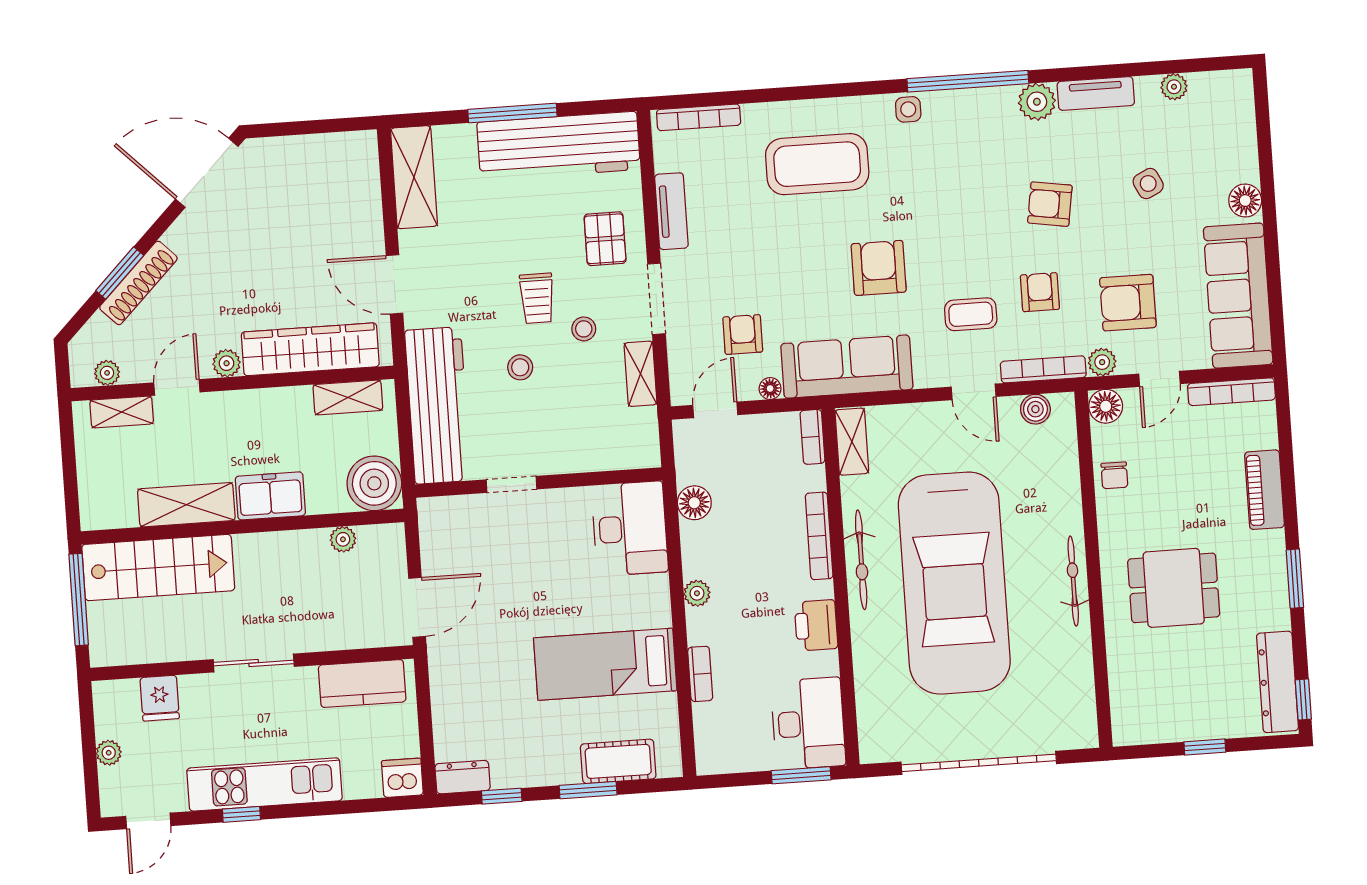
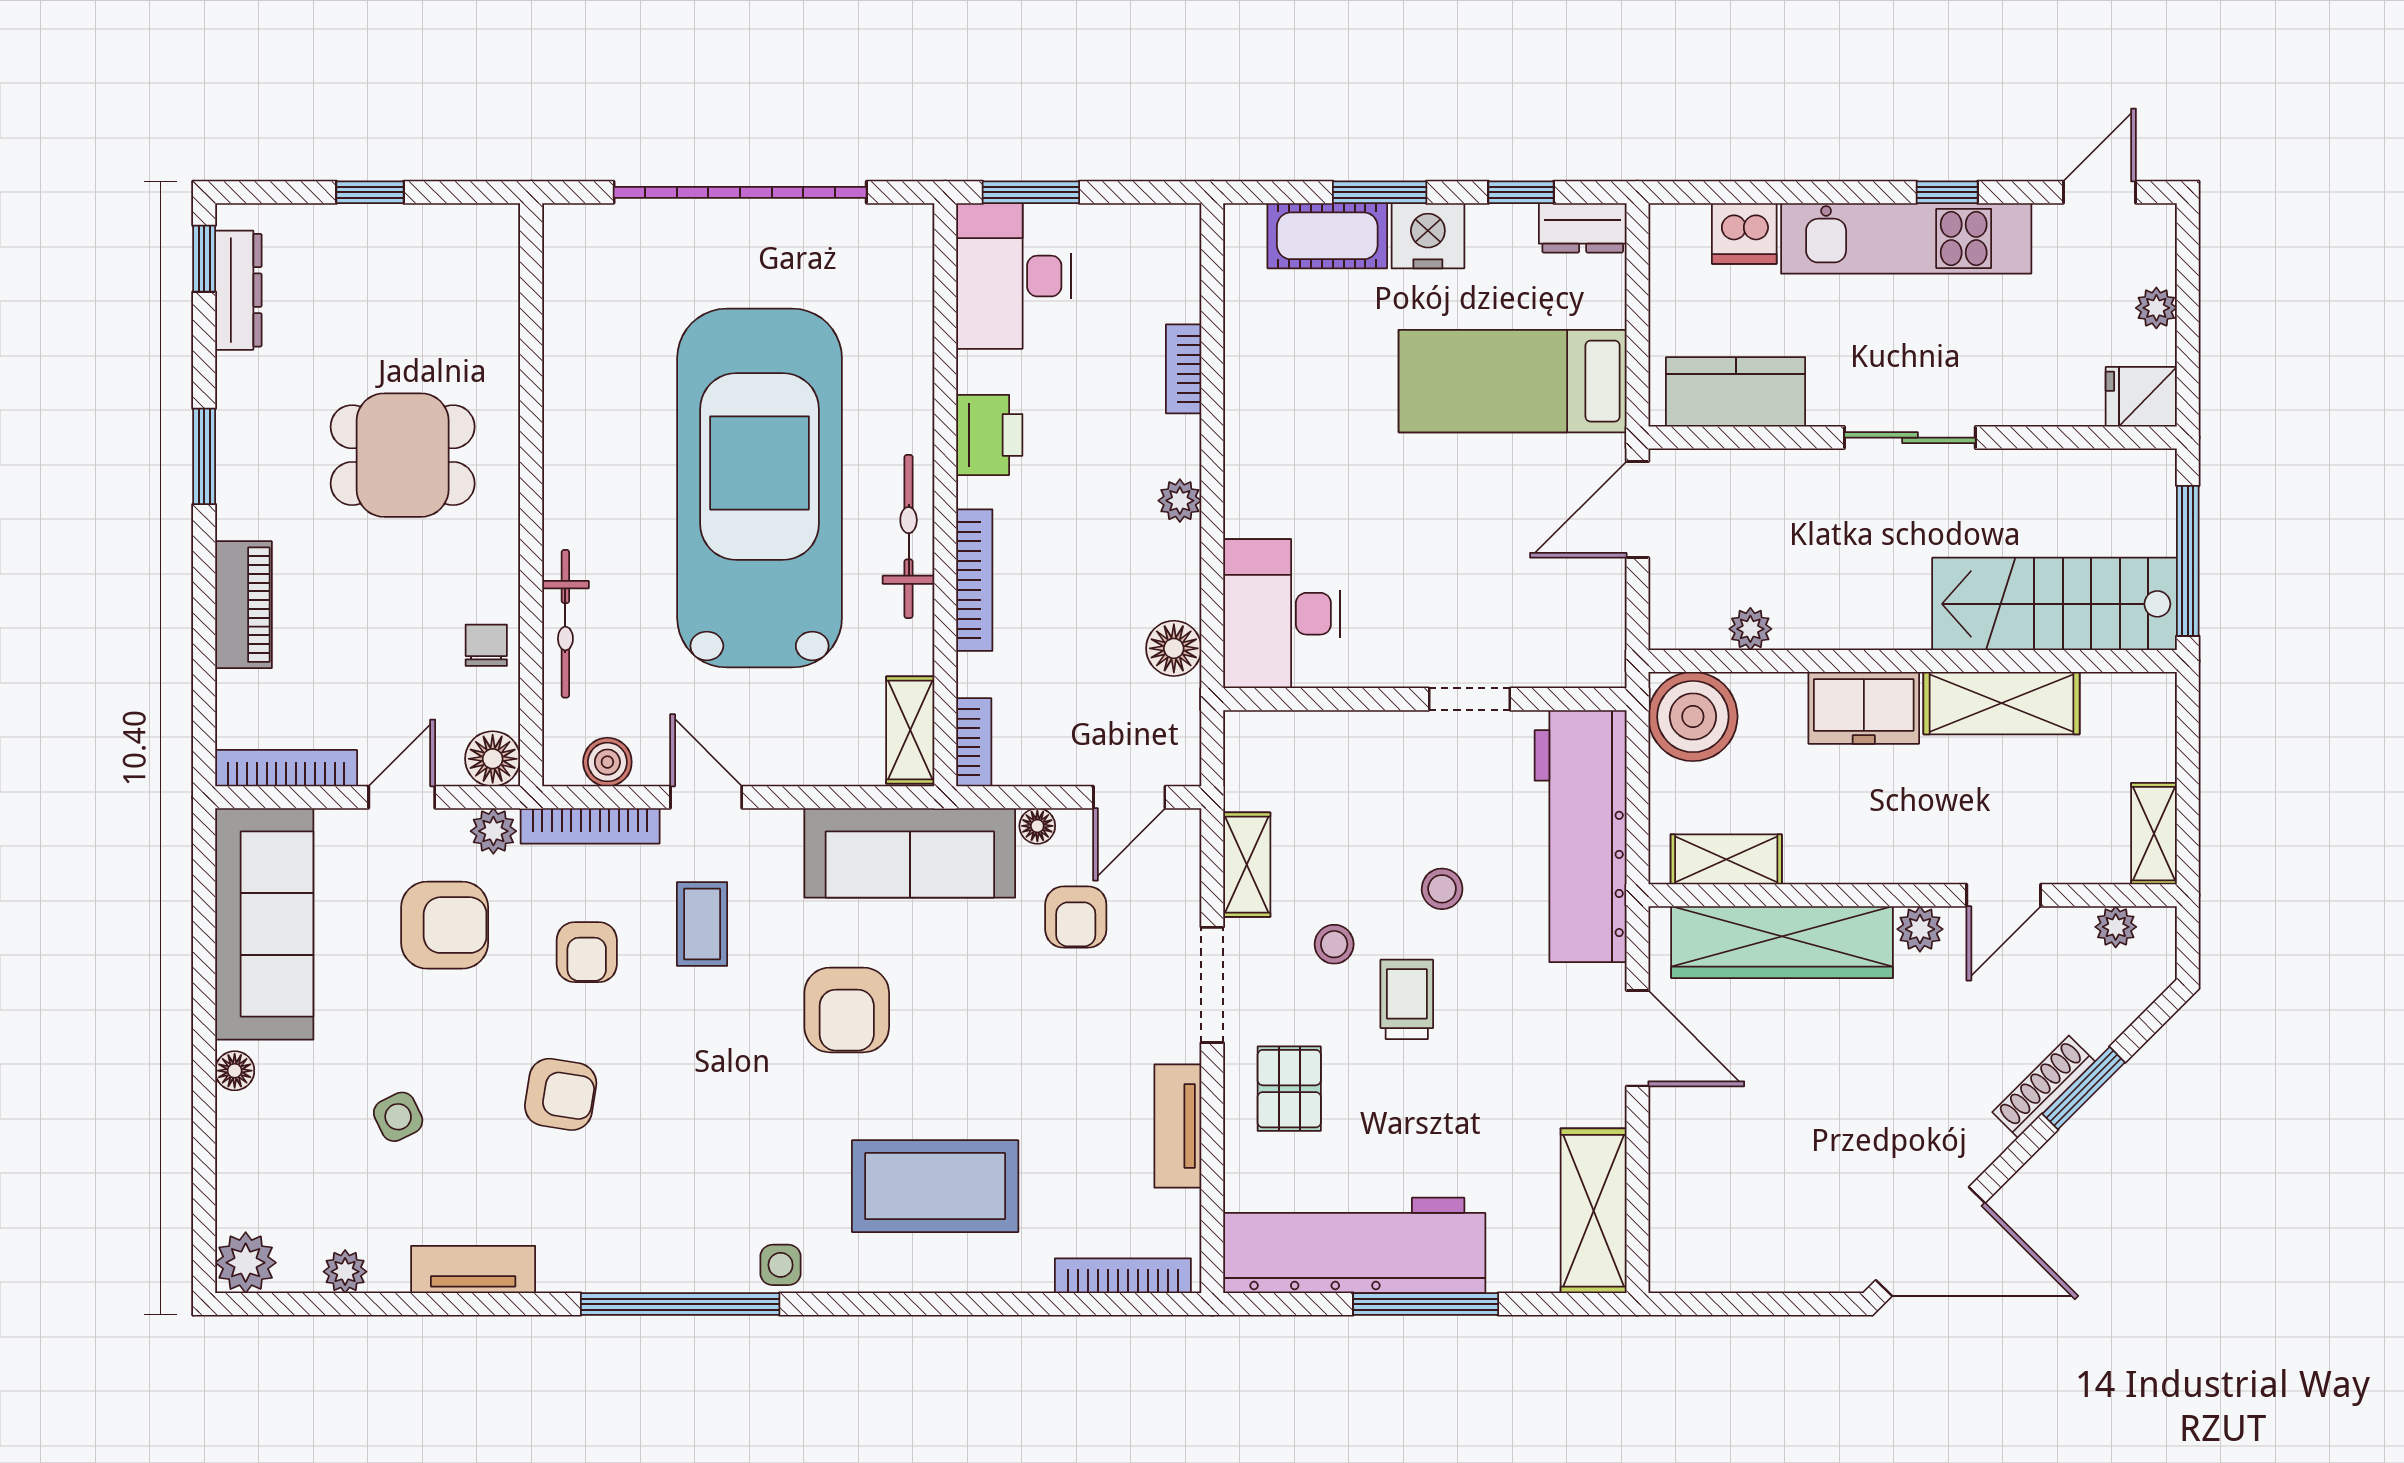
plant: (1037, 102) -> (246, 1263), moved
floor lamp: (1245, 201) -> (235, 1071), width x0.73, depth x0.73
shoe rack: (138, 283) -> (2044, 1087), width x0.74, depth x0.81
coffee table: (971, 314) -> (702, 924), turned 90
shelving: (122, 412) -> (2154, 834), moved, turned 90
bicycle: (1073, 581) -> (565, 624), moved
bed: (605, 664) -> (1513, 381), moved, turned 180
dresser: (1278, 682) -> (238, 290), width x0.73, depth x0.80
fridge: (160, 698) -> (2141, 397), moved, turned -90
nightstand: (557, 766) -> (1428, 236), added
dishwasher: (402, 778) -> (1744, 234), moved

